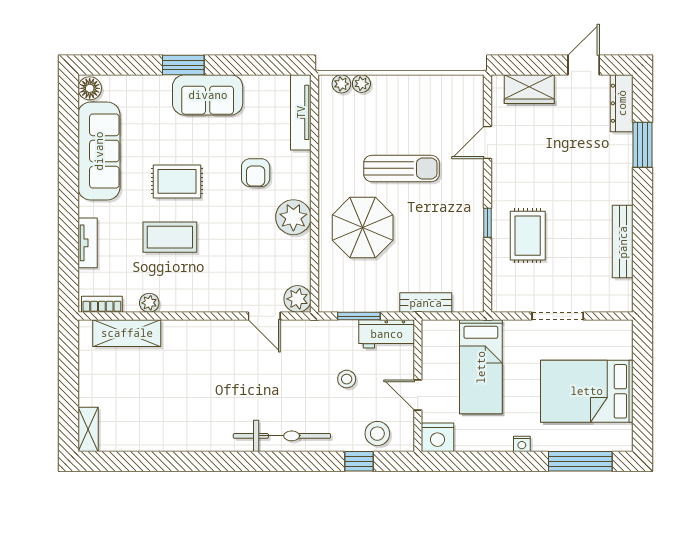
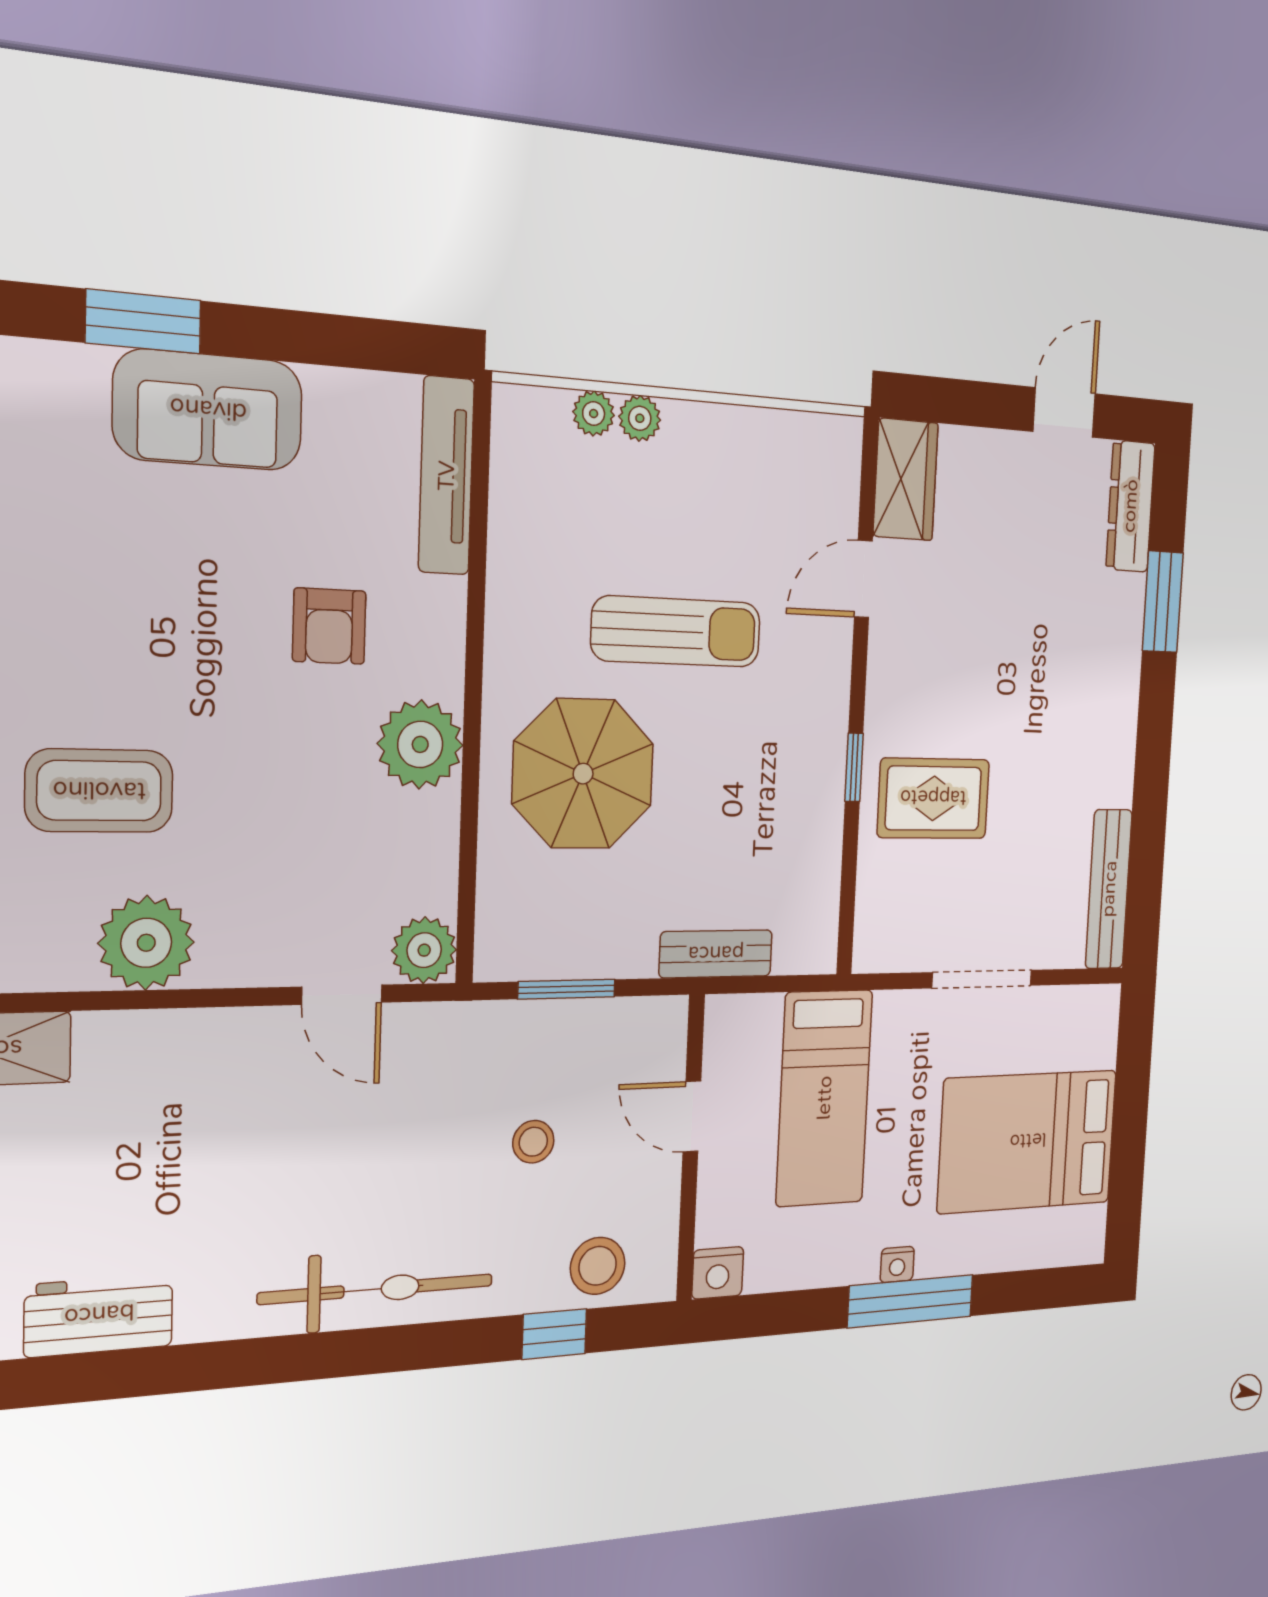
plant: (341, 84) -> (640, 418), moved
wardrobe: (529, 89) -> (906, 480), moved, turned -90
rug: (177, 181) -> (121, 641), removed
rug: (528, 236) -> (933, 798), turned 90
bench: (623, 242) -> (1109, 889), moved
plant: (149, 303) -> (146, 943), moved, width x1.87, depth x1.87
workbench: (387, 334) -> (99, 1315), moved, turned 180
door: (418, 395) -> (692, 1117), moved
nightstand: (438, 437) -> (718, 1273), width x0.74, depth x0.75
window: (580, 461) -> (911, 1301), moved

